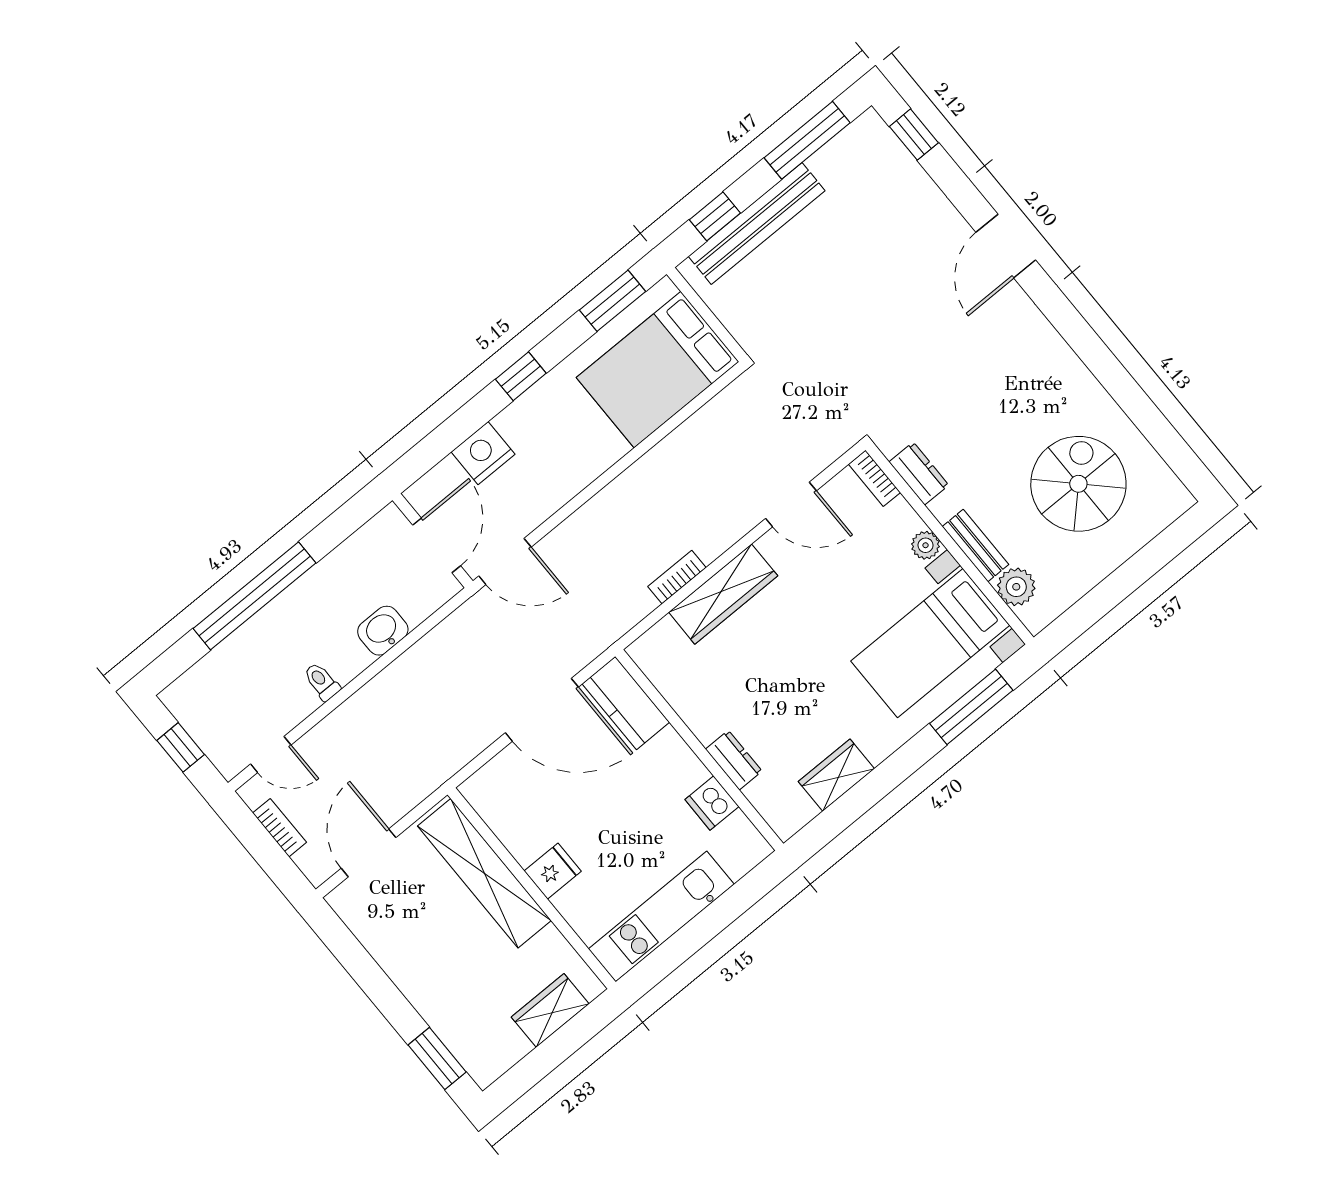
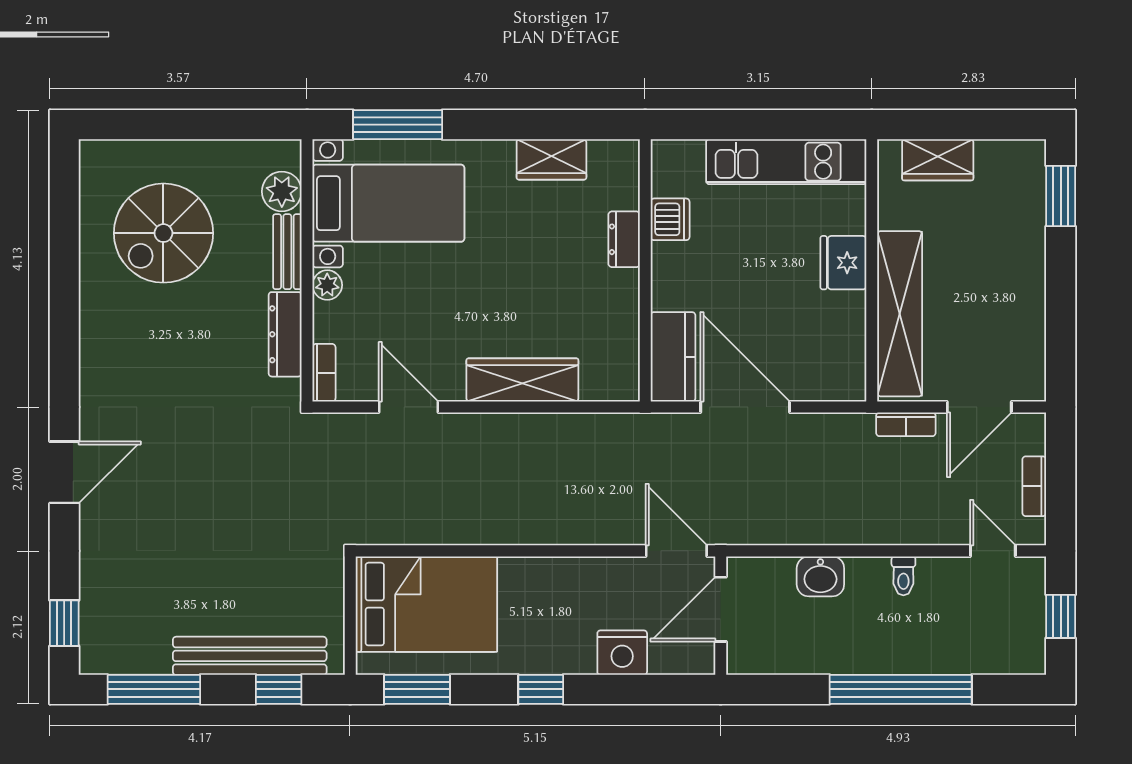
dresser: (919, 474) -> (285, 334), width x1.44
bookcase: (677, 577) -> (906, 424), moved
fridge: (553, 871) -> (843, 263), width x1.38

